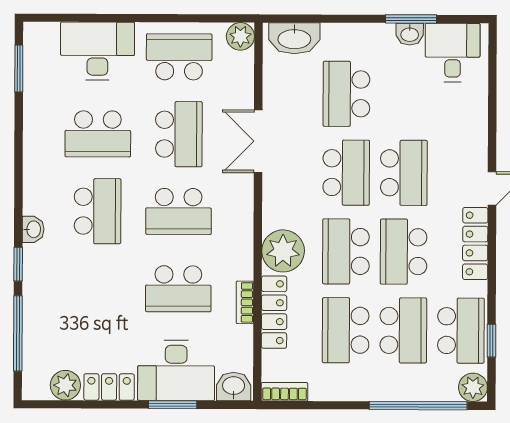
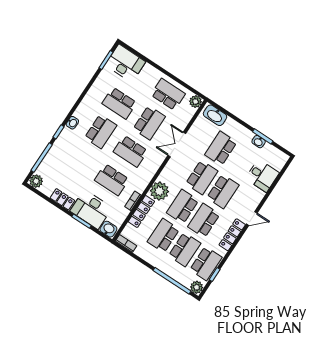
desk: (97, 51) -> (125, 63), moved
desk: (453, 53) -> (262, 176), moved, turned 90
plant: (65, 385) -> (36, 181), moved

